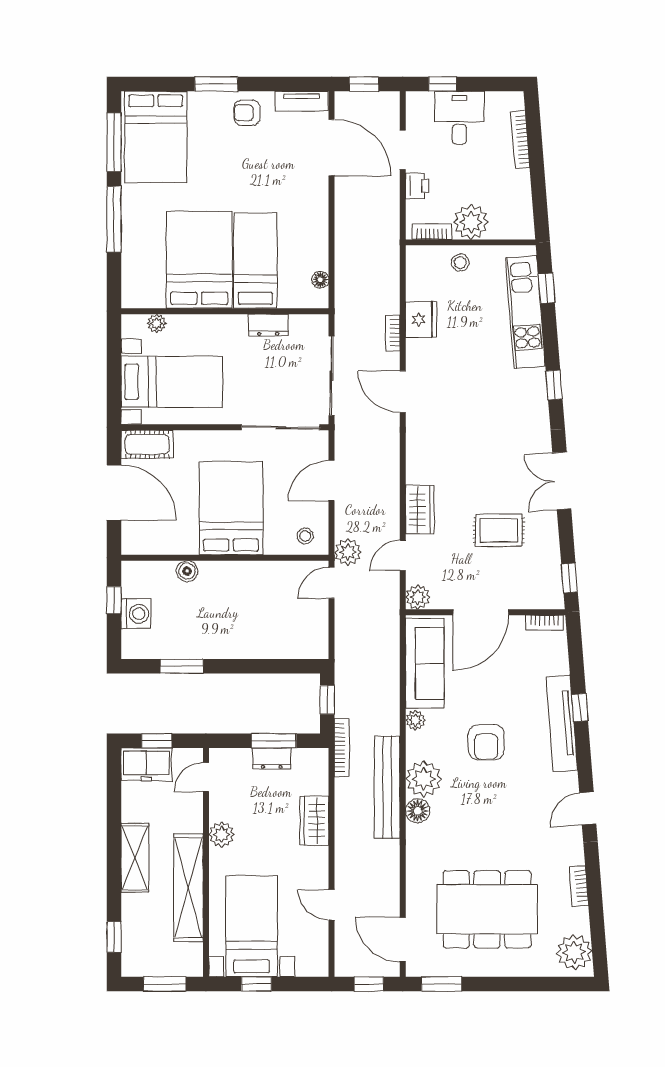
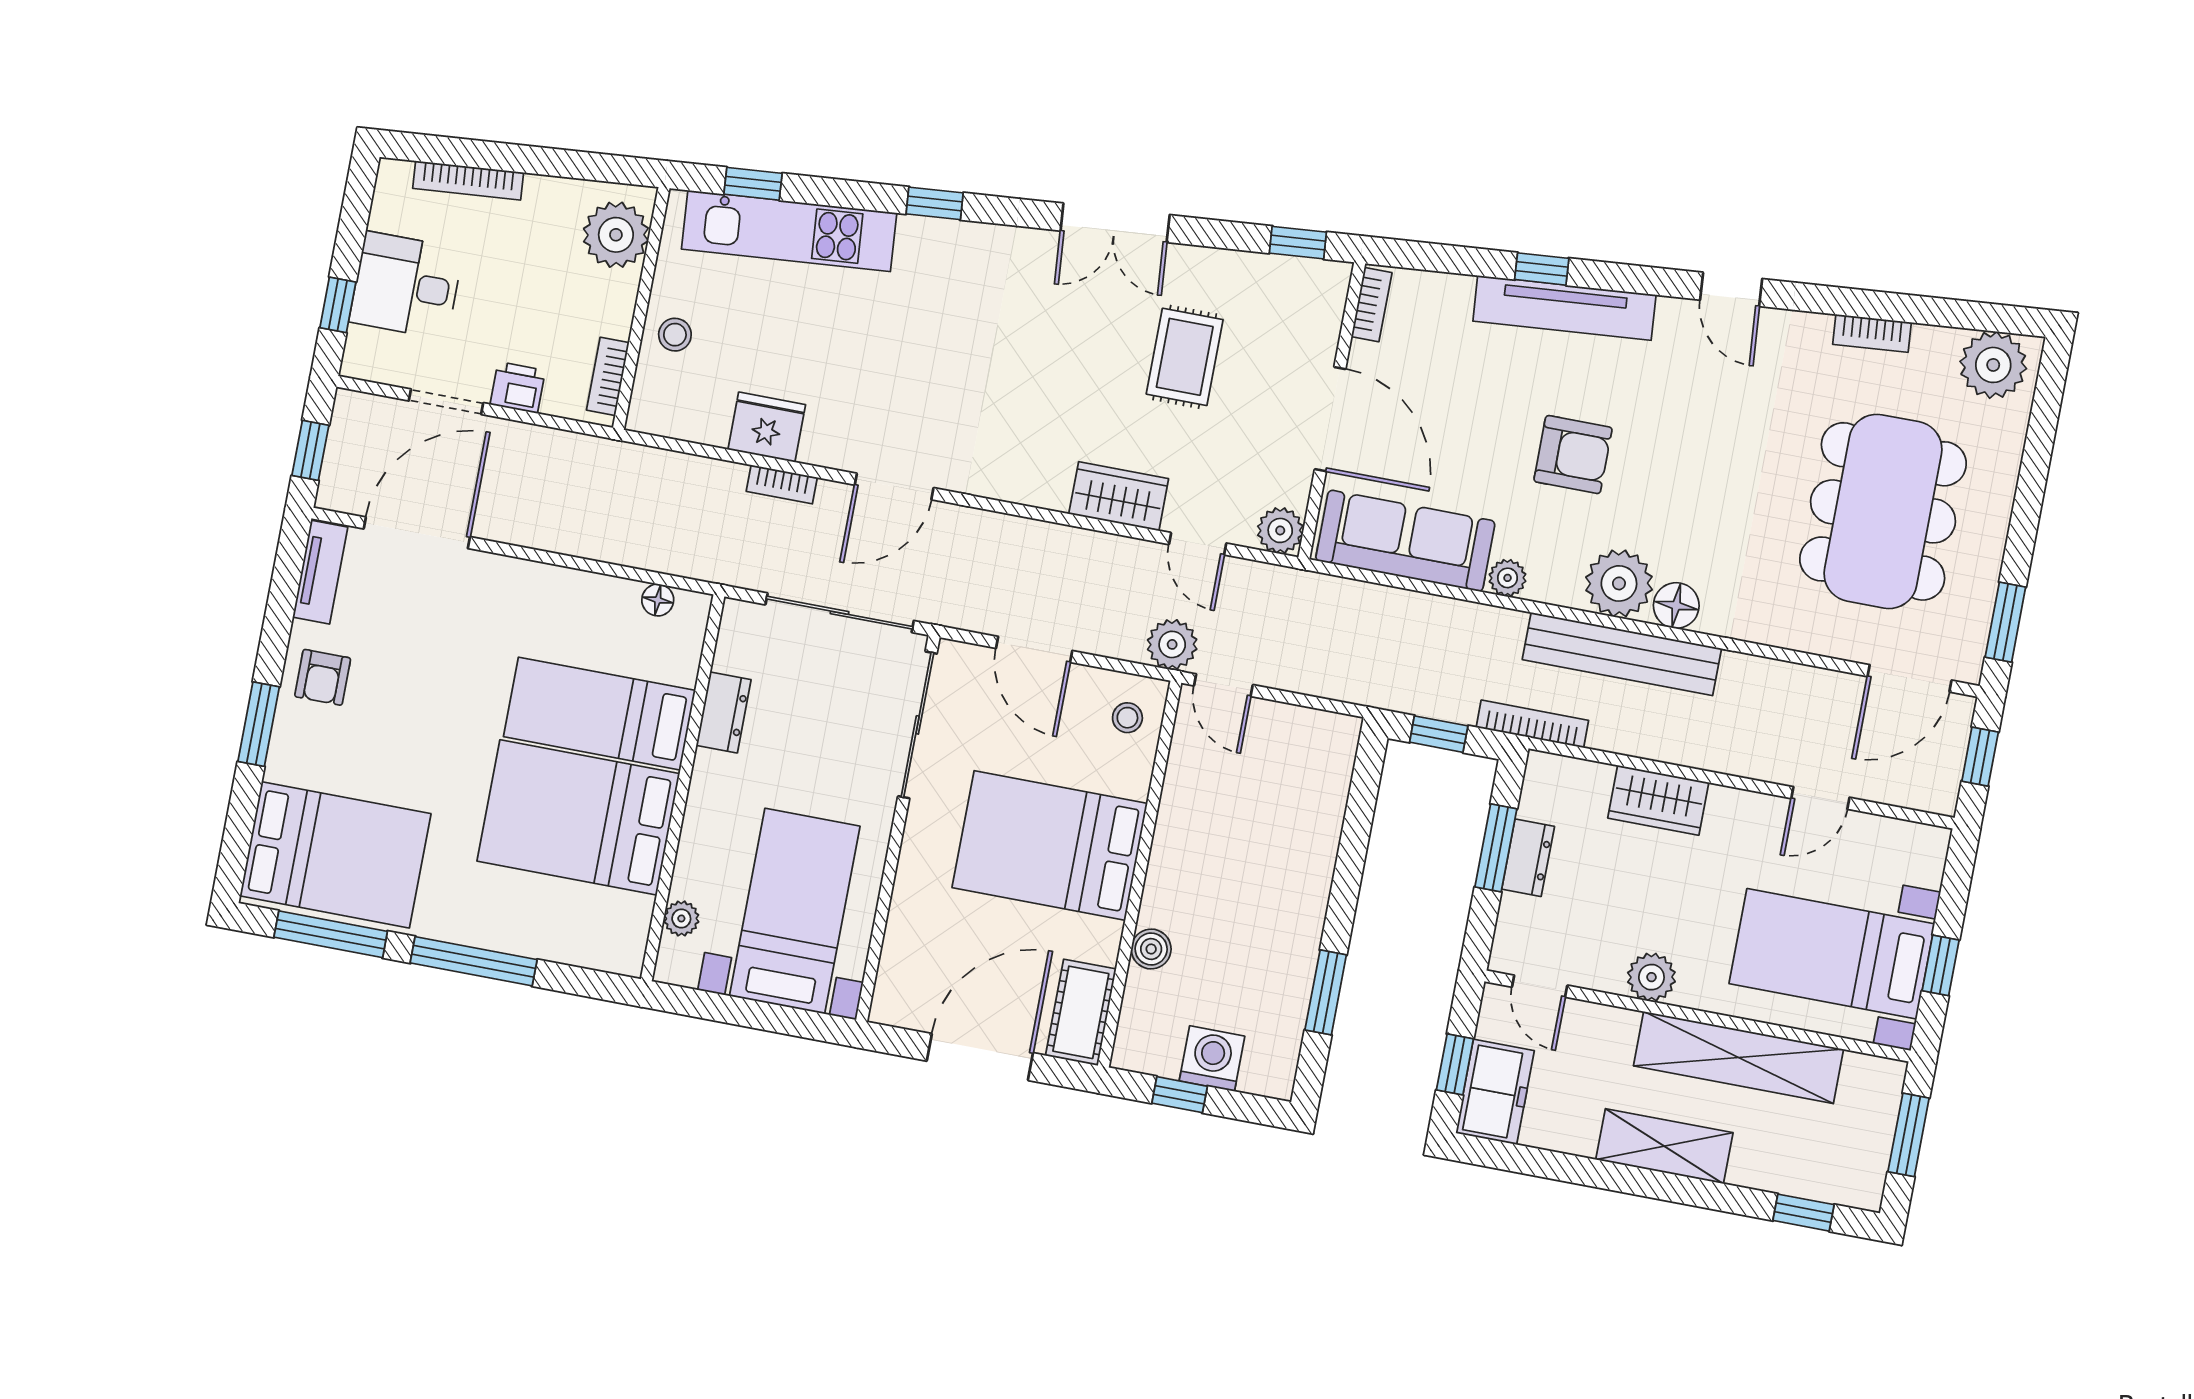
plant: (471, 222) -> (616, 235), moved
cot: (147, 444) -> (1081, 1012), moved

